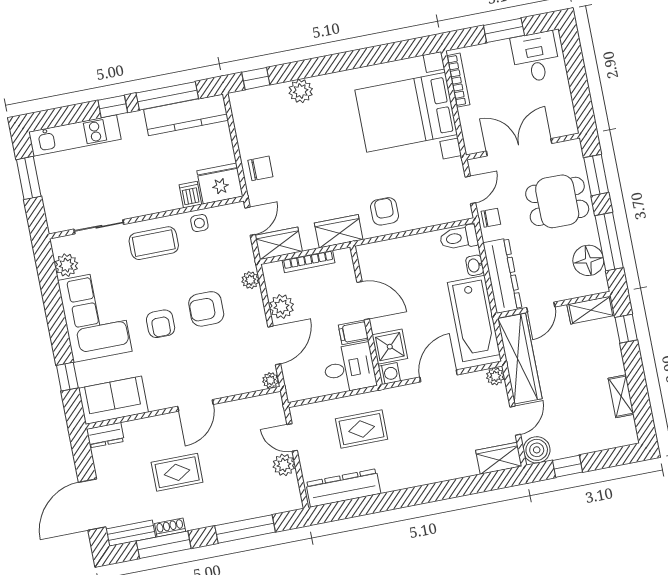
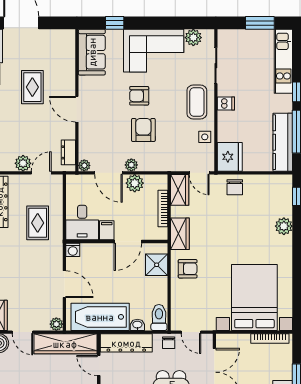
dishwasher: (190, 195) -> (226, 104), moved
plant: (250, 280) -> (131, 165), moved
shower: (390, 347) -> (157, 265), moved
dresser: (105, 435) -> (68, 152), moved

